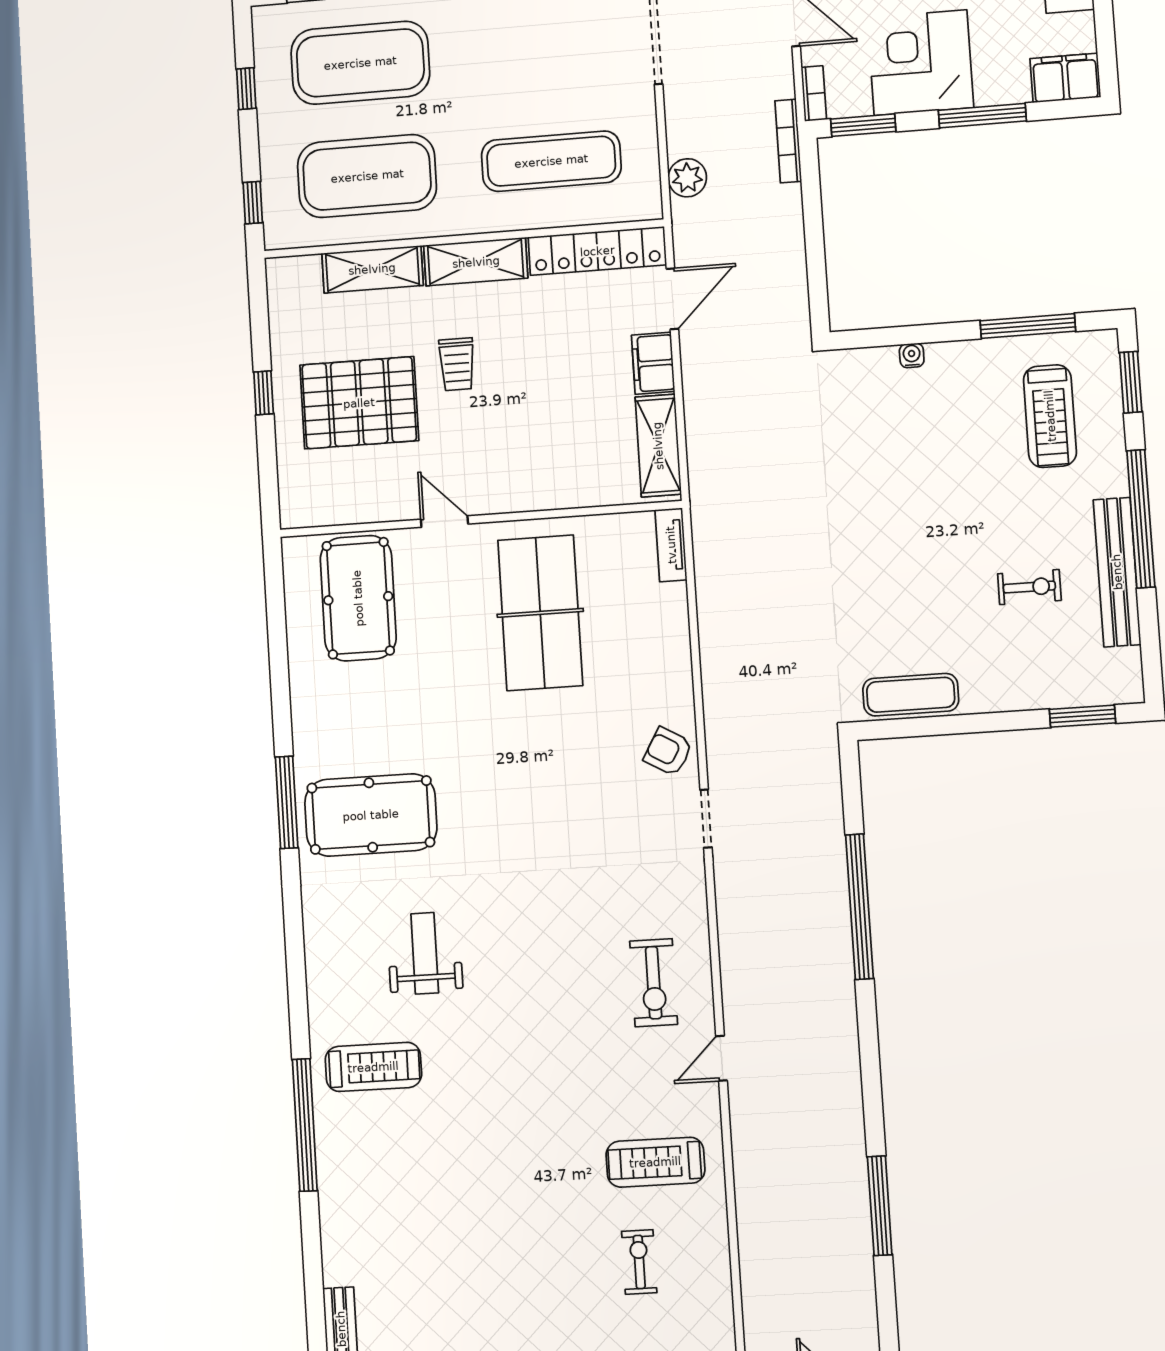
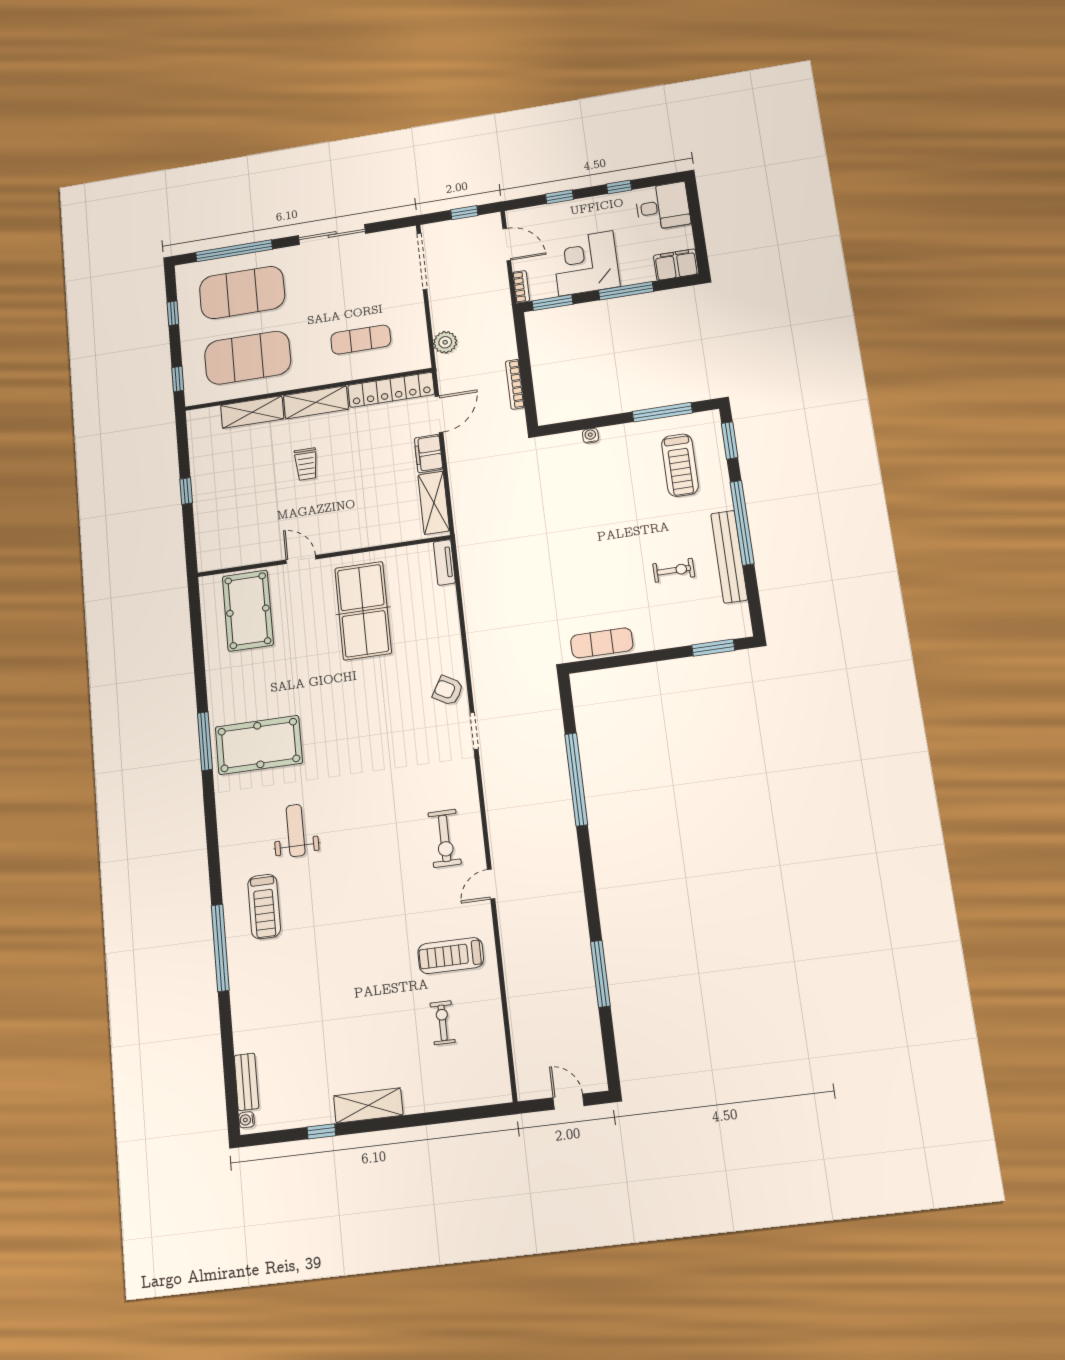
bookcase: (788, 141) -> (515, 384), moved
exercise mat: (551, 161) -> (361, 340), width x0.73, depth x0.69
pallet: (359, 403) -> (246, 492), removed
treadmill: (373, 1067) -> (264, 907), turned 90

